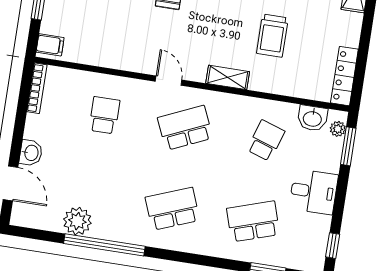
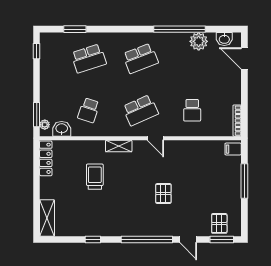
washbasin: (31, 153) -> (224, 39), moved, turned -90
desk: (314, 192) -> (54, 83), removed

